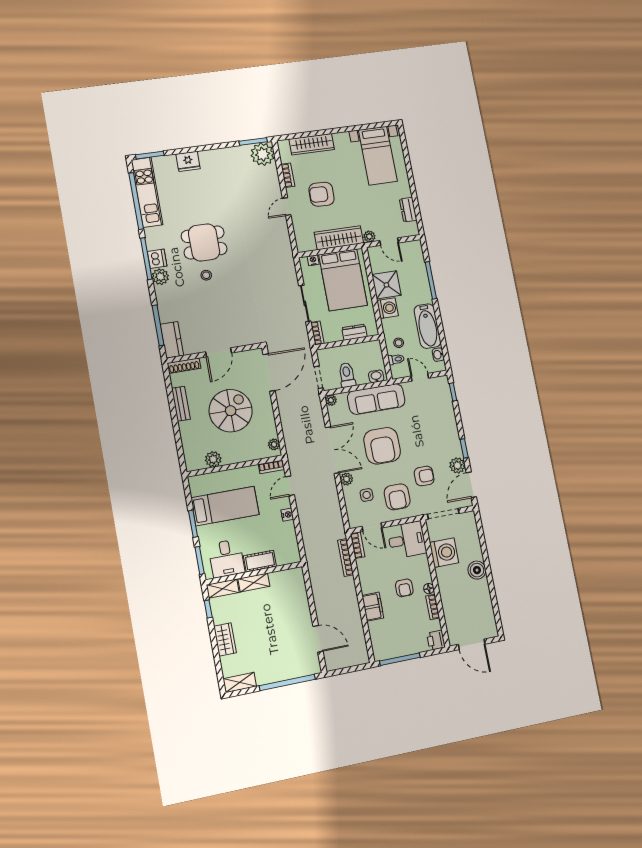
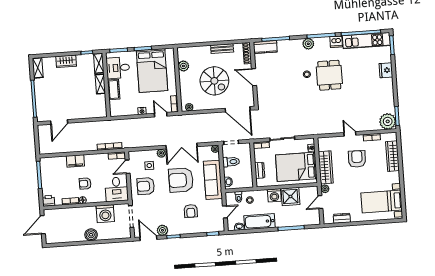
dishwasher: (157, 259) -> (336, 42), moved
armchair: (424, 476) -> (191, 211), moved
bed: (225, 506) -> (152, 70), width x1.50

